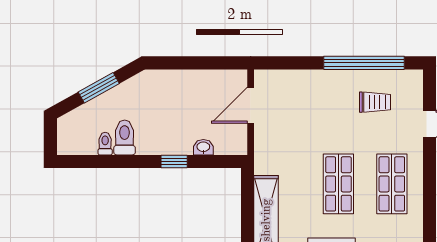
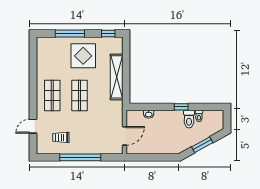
window: (364, 63) -> (80, 157), moved
window: (174, 161) -> (181, 107), moved

